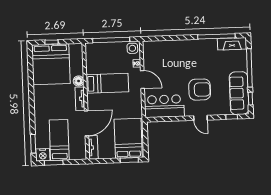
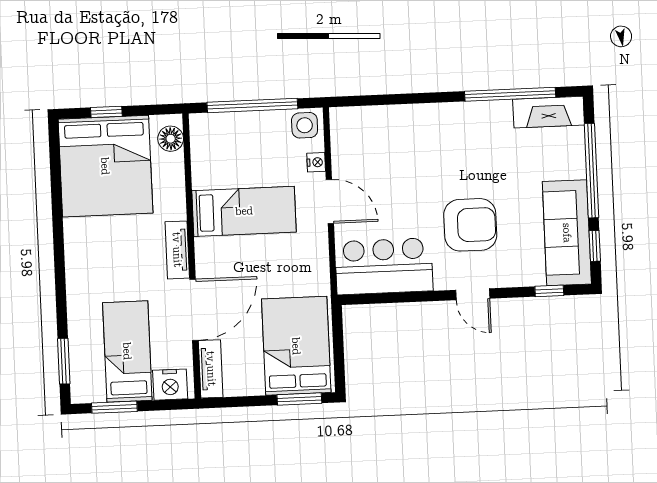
floor lamp: (79, 81) -> (171, 139), moved
nightstand: (43, 155) -> (170, 385), moved

